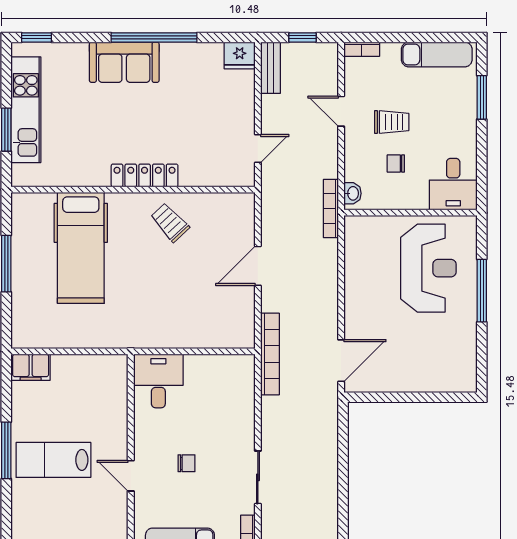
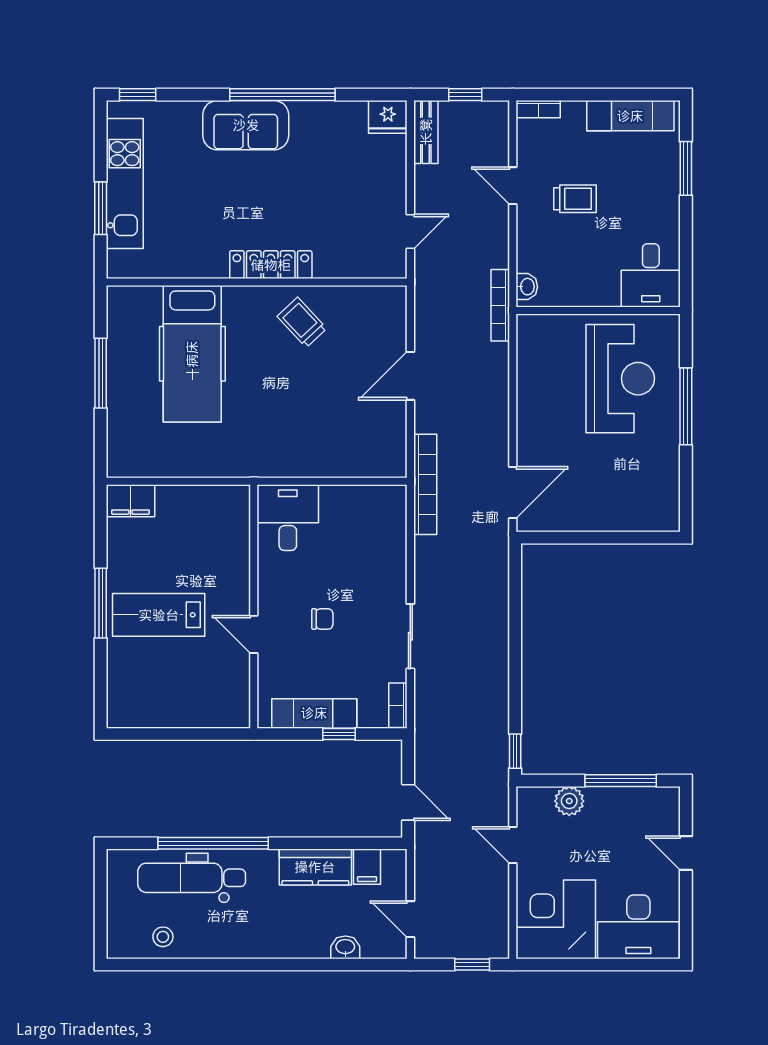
chair: (396, 163) -> (580, 250), removed

